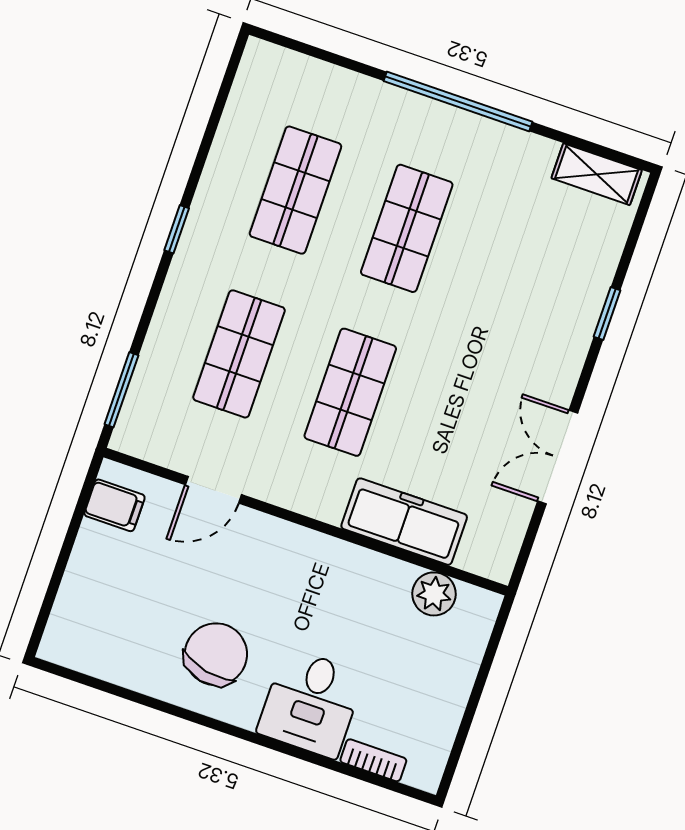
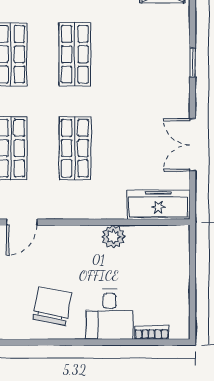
freezer: (404, 522) -> (158, 205), moved
plant: (434, 594) -> (113, 237), moved

